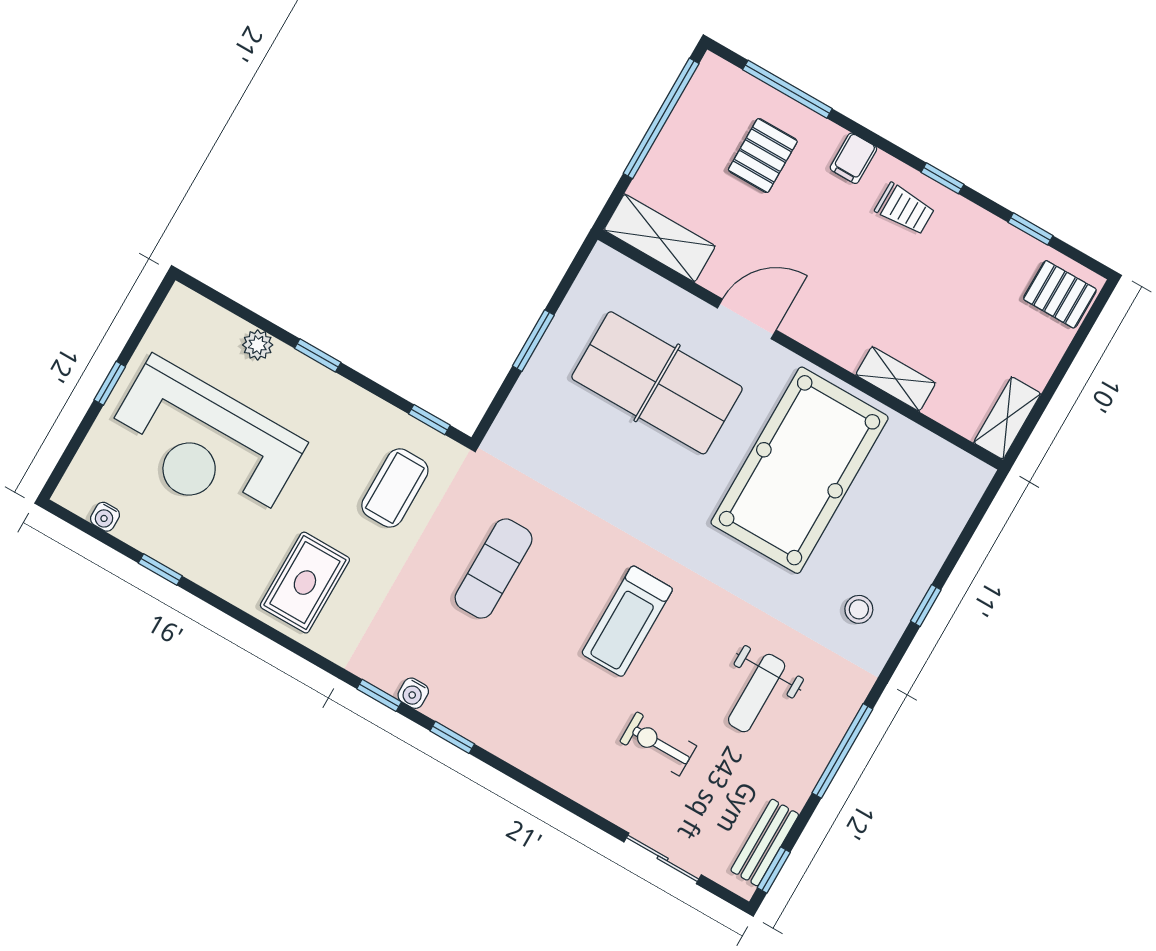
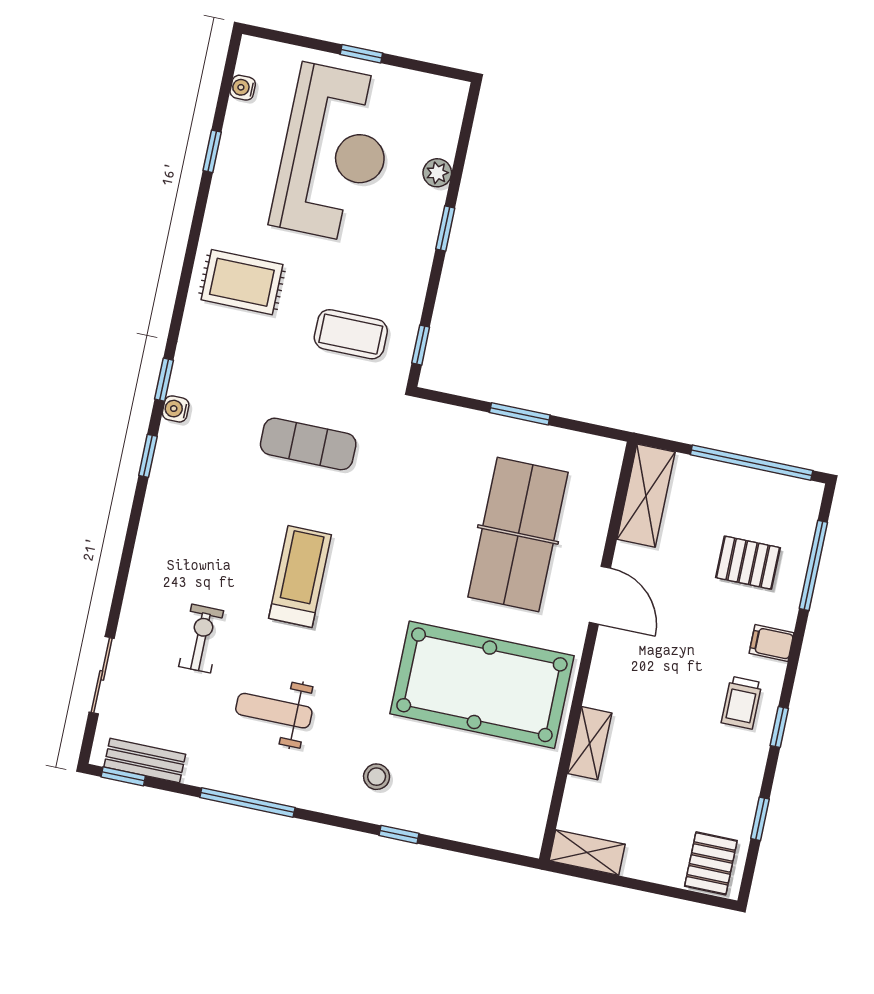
reception desk: (203, 444) -> (334, 153), turned 180
treadmill: (627, 621) -> (300, 577), turned 90

